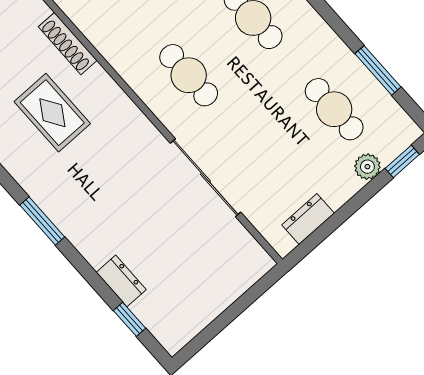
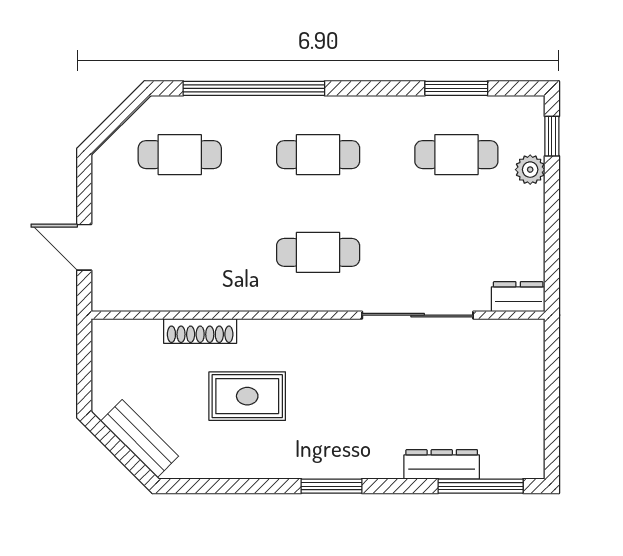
dresser: (308, 219) -> (518, 297), moved, turned 90
dresser: (121, 281) -> (442, 464), width x1.44
window: (130, 319) -> (481, 486), width x2.17

